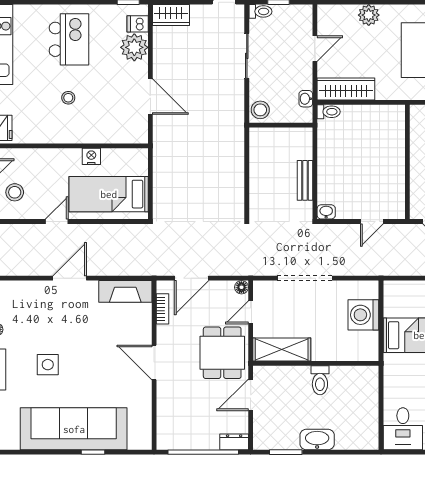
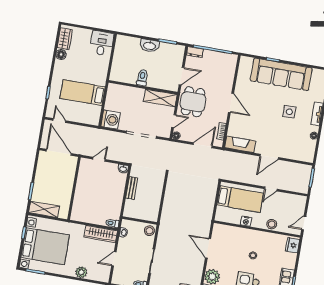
stool: (15, 192) -> (272, 224), moved
washing machine: (363, 315) -> (111, 120), moved

